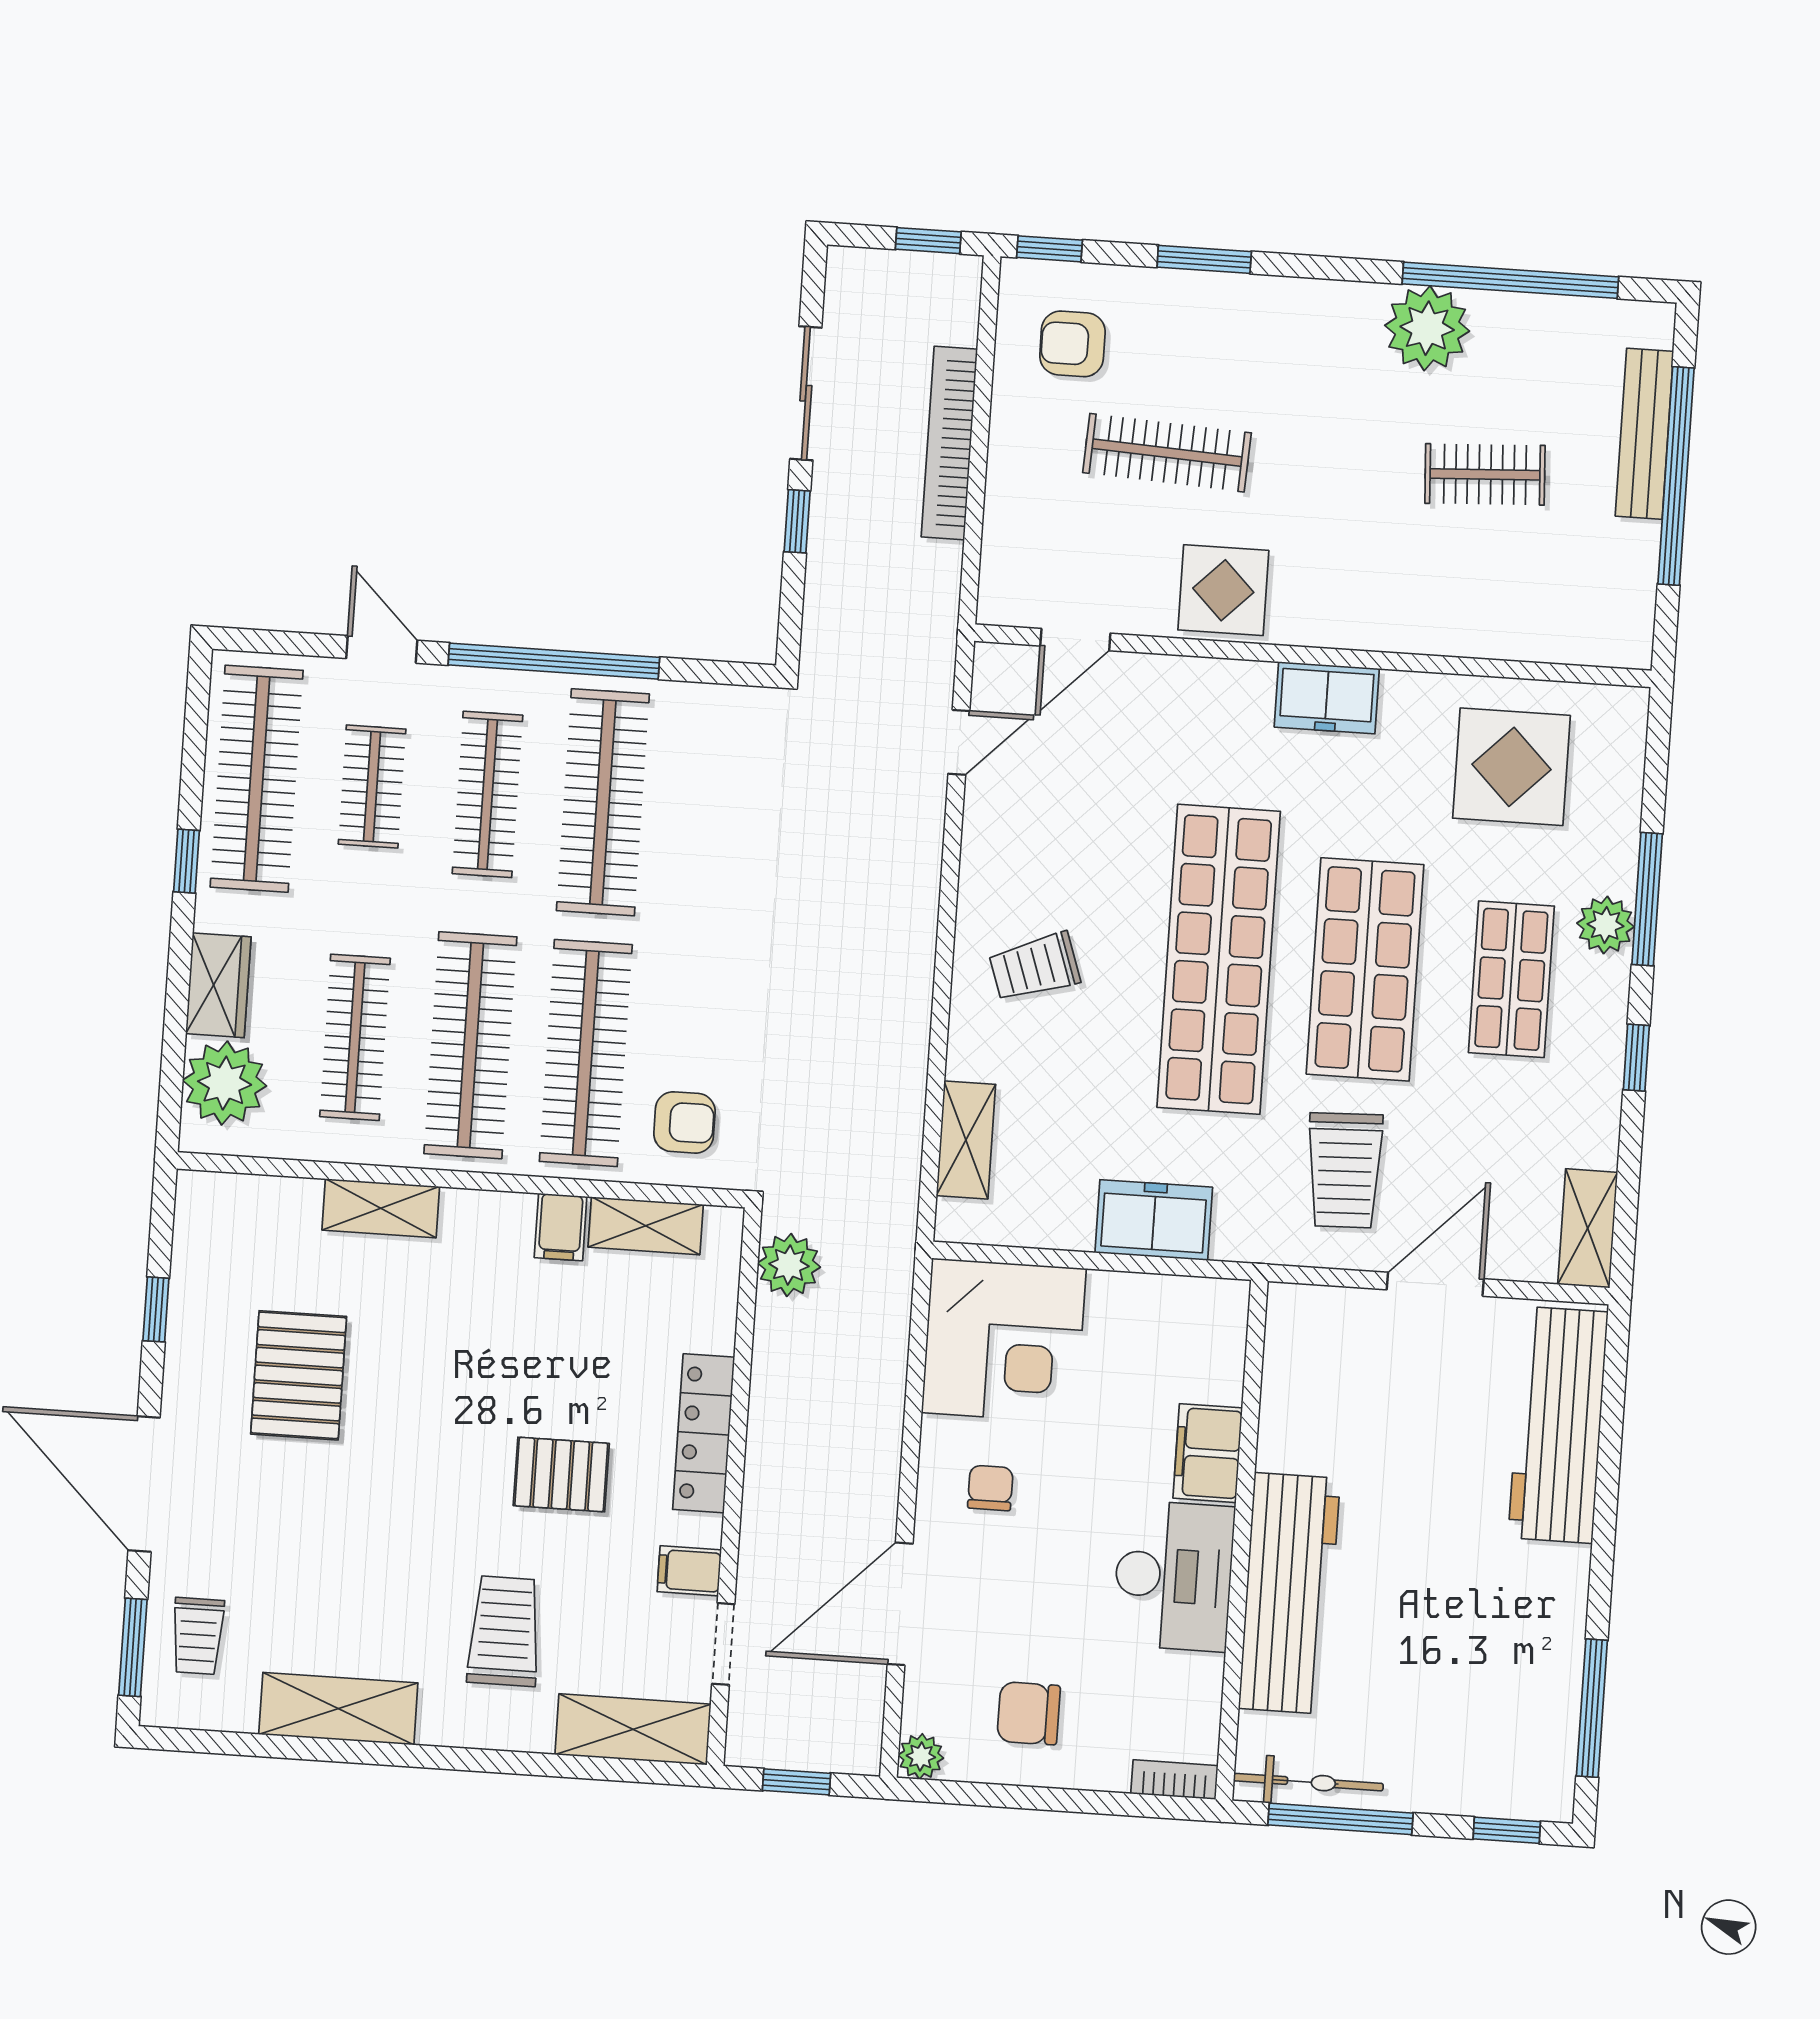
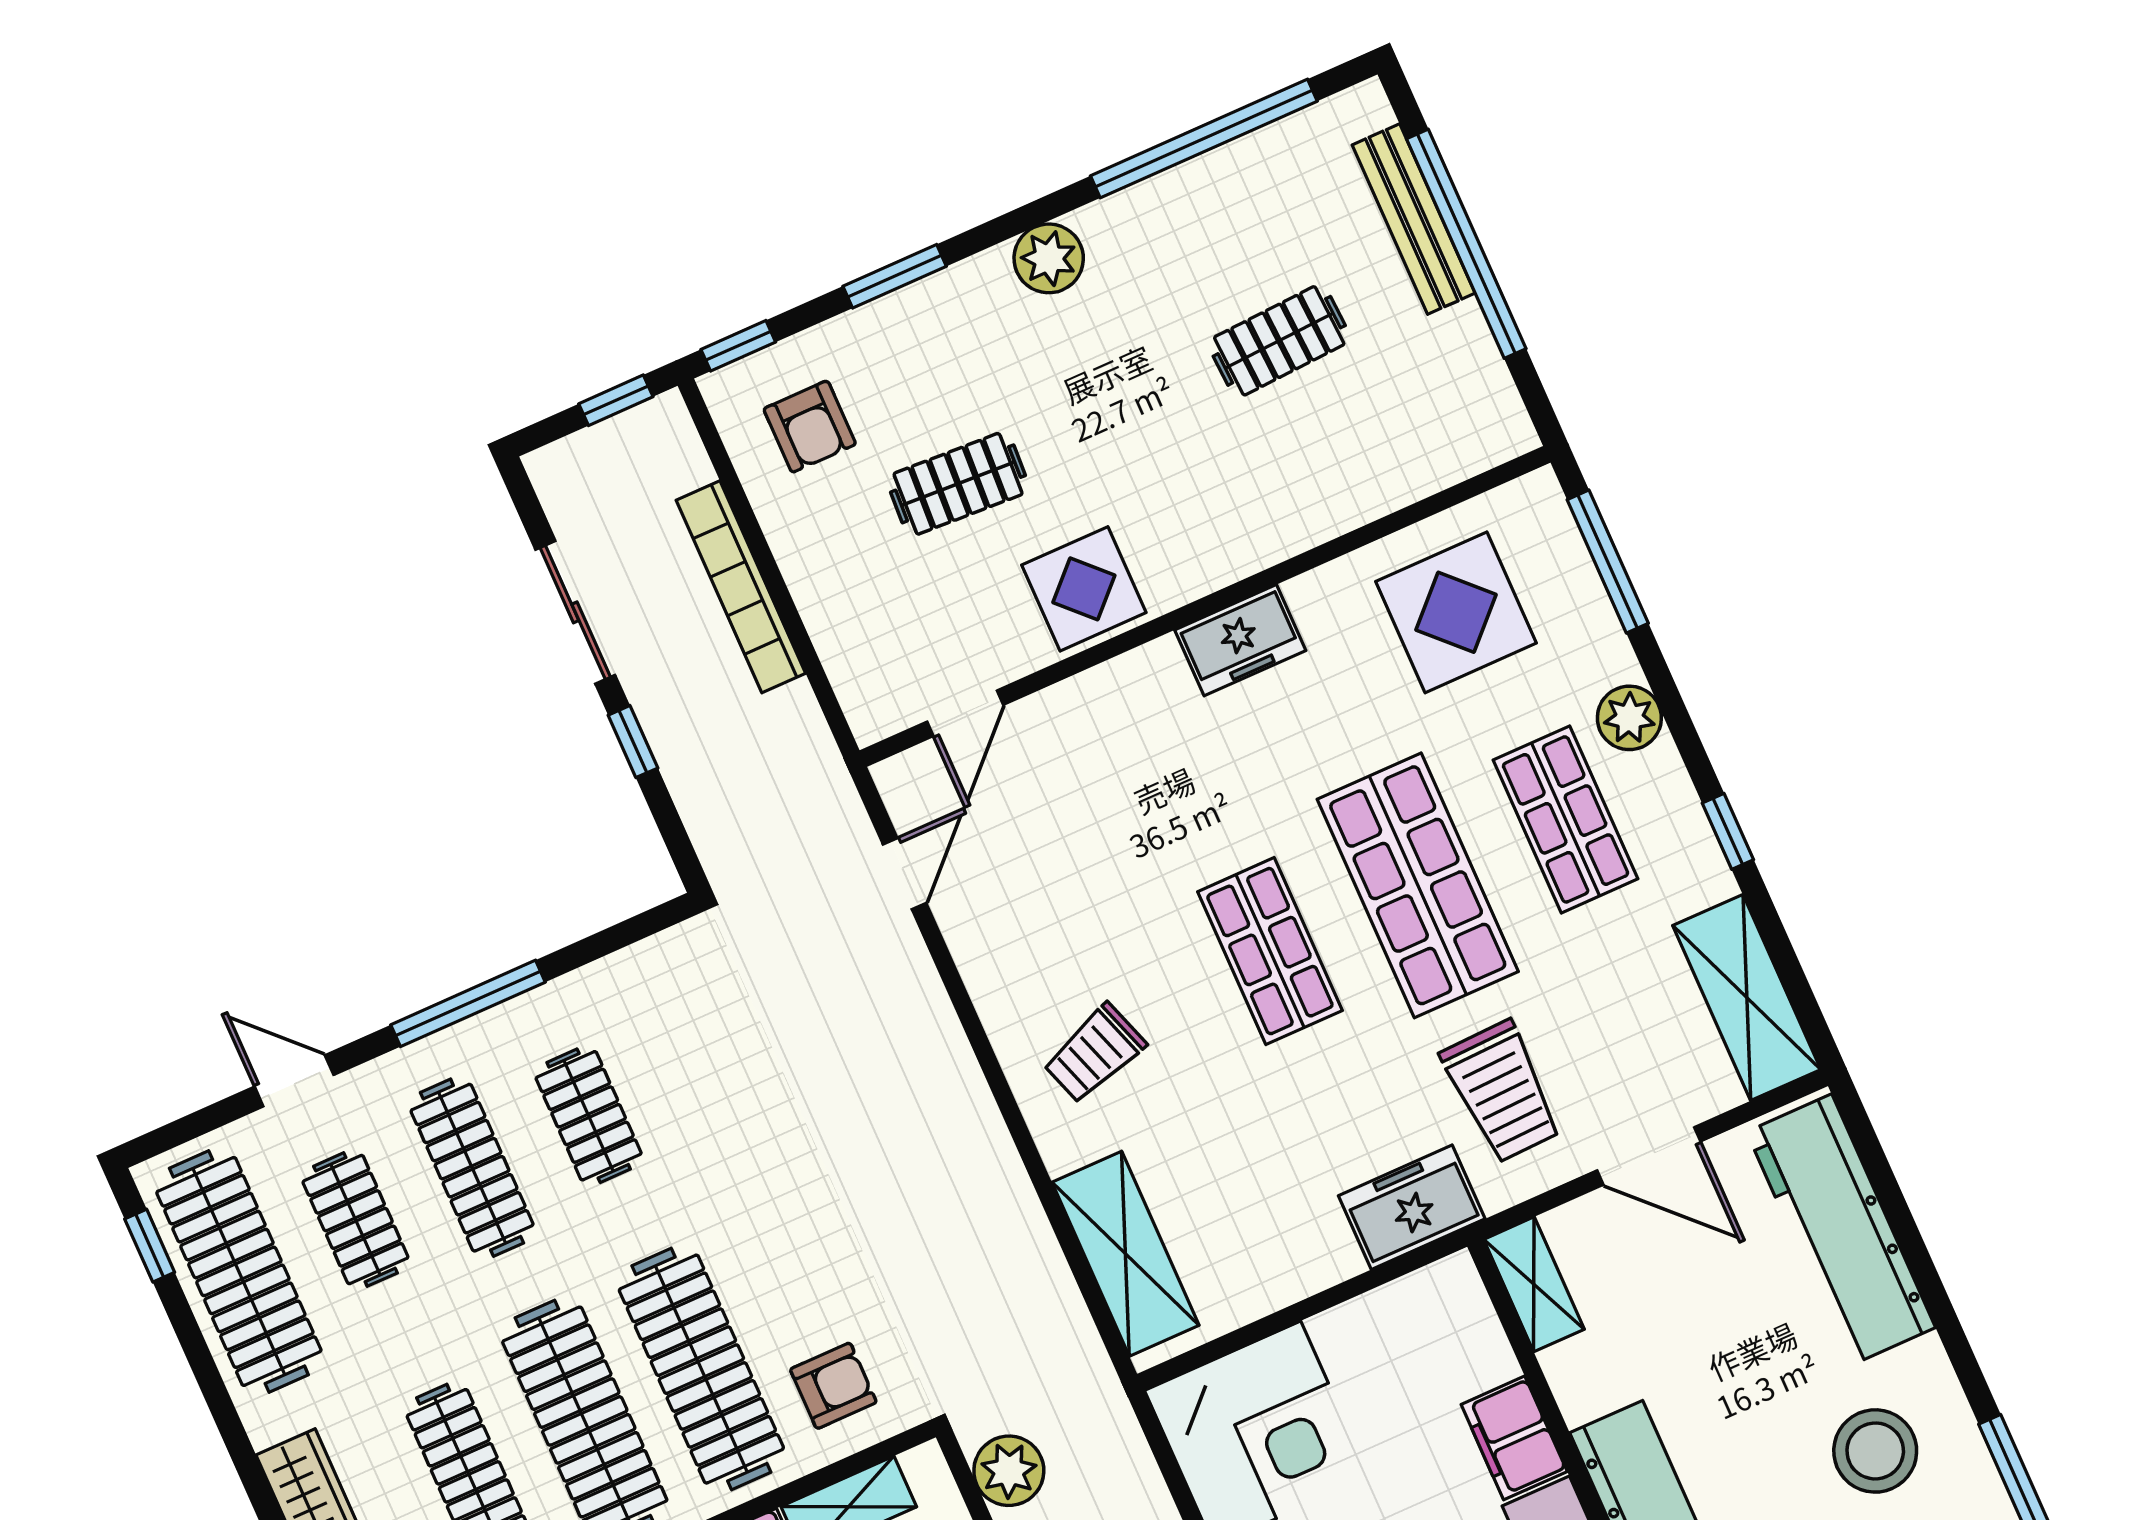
plant: (1427, 328) -> (1049, 258), moved, width x0.73, depth x0.73
armchair: (1072, 344) -> (810, 427), turned -90
clothes rail: (1167, 453) -> (958, 484), width x0.73
window: (554, 661) -> (468, 1003), width x0.68
clothes rail: (603, 802) -> (589, 1116), width x0.54, depth x0.76
window: (186, 861) -> (150, 1246), moved
window: (1647, 899) -> (1608, 561), moved
shop shelf: (1219, 959) -> (1270, 951), width x0.50, depth x0.74
shelving: (966, 1140) -> (1125, 1254), width x1.50, depth x1.33
freezer: (1154, 1220) -> (1412, 1207), moved
shelving: (1588, 1228) -> (1747, 997), width x1.50, depth x1.33
door: (1435, 1284) -> (1649, 1156), swing flipped
shelving: (1289, 1338) -> (1534, 1284), added
stool: (1492, 1617) -> (1875, 1451), added

